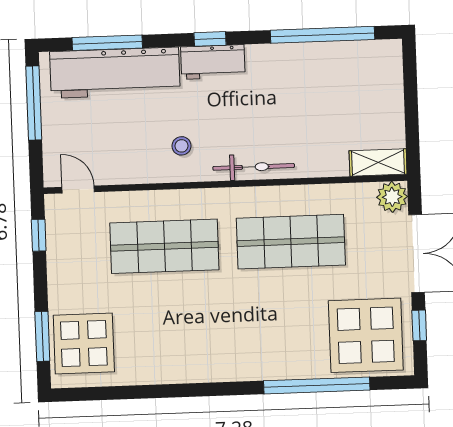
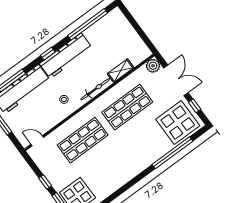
workbench: (213, 62) -> (66, 56), width x1.88, depth x1.32
shelving: (378, 162) -> (121, 71), moved
window: (39, 235) -> (45, 182), moved

